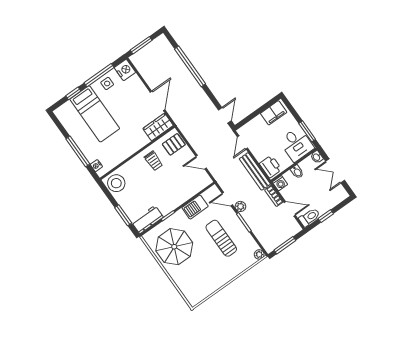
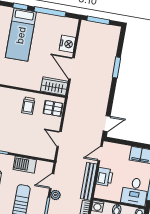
window: (190, 66) -> (116, 67), width x0.47
nightstand: (125, 70) -> (67, 44), moved
side table: (107, 83) -> (50, 23), removed
door: (157, 101) -> (71, 68), swing flipped
printer: (271, 167) -> (105, 177), moved
door: (227, 199) -> (52, 181), hinge flipped

